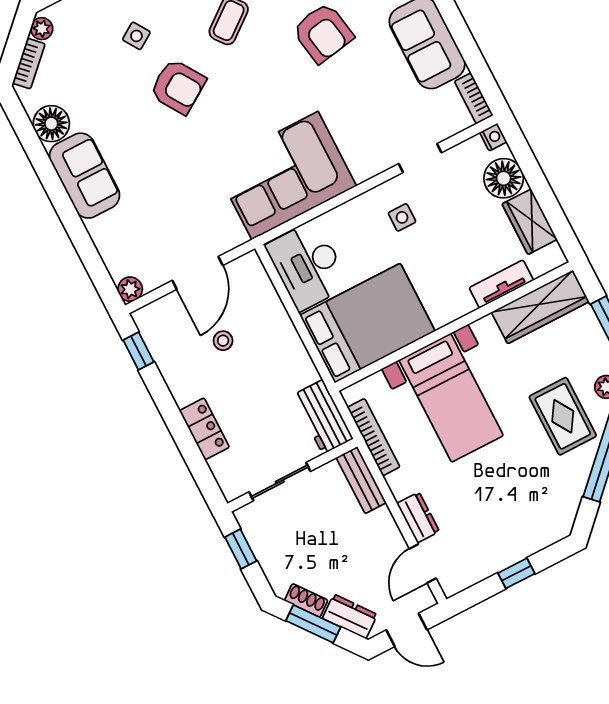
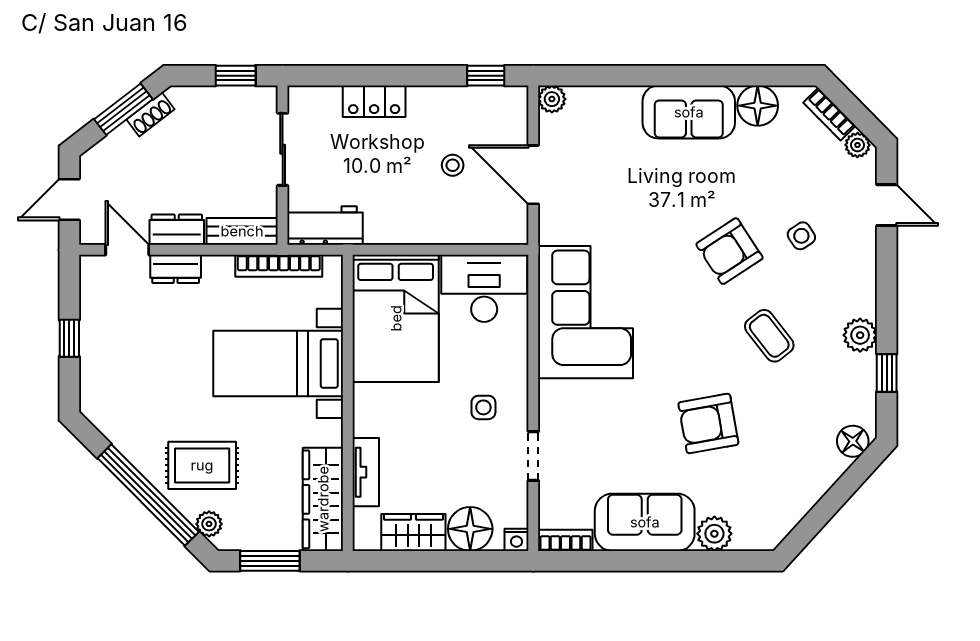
dresser: (350, 616) -> (177, 230), moved, turned -142

